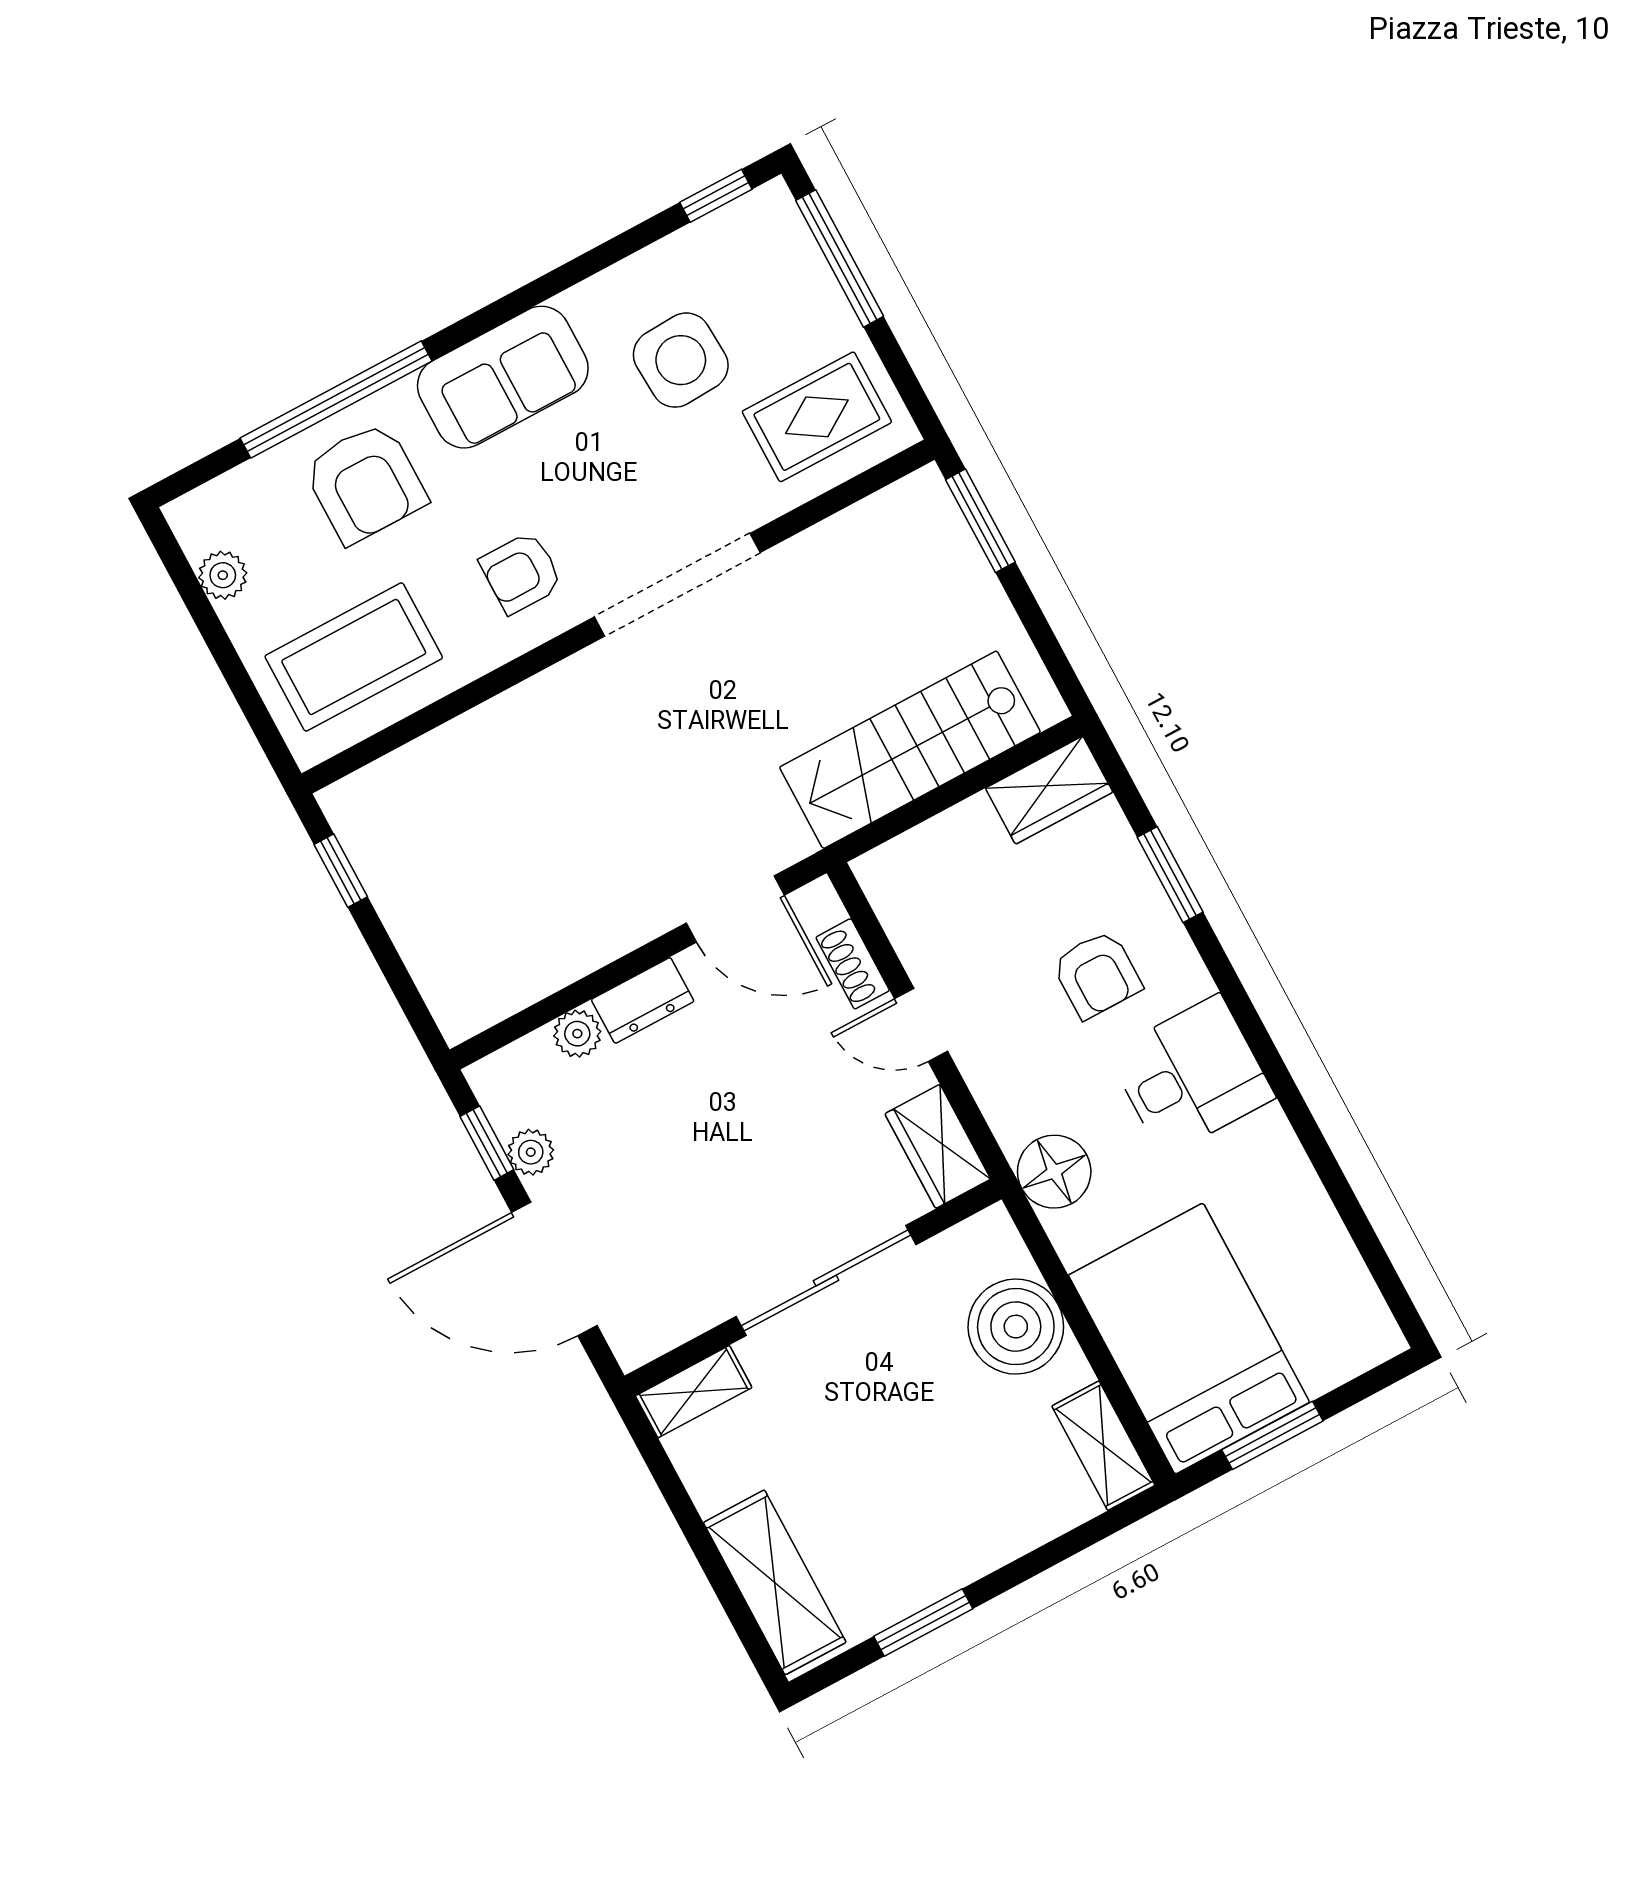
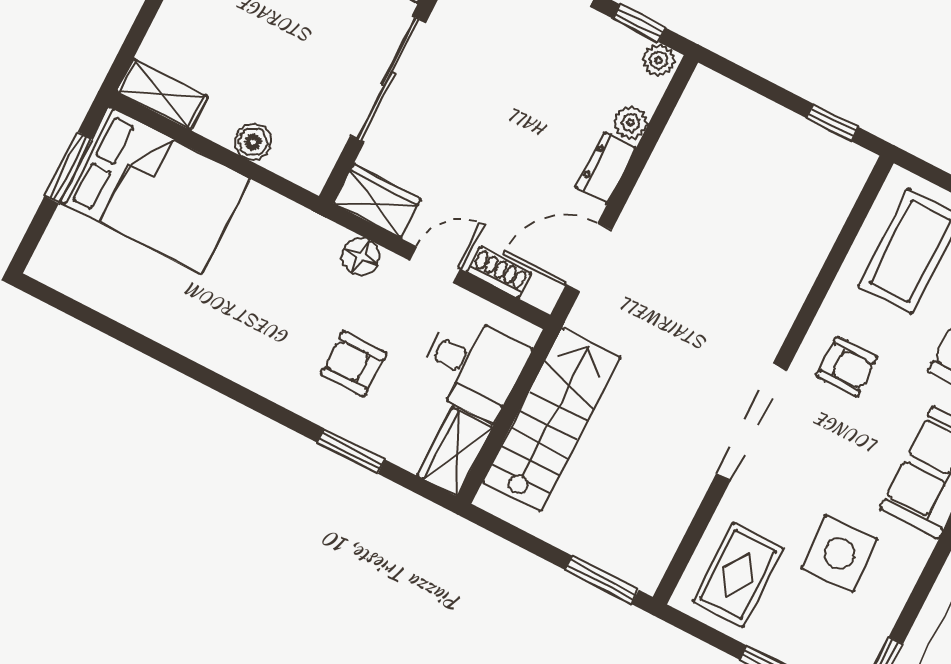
armchair: (521, 573) -> (847, 367), turned 90
desk: (1191, 1076) -> (473, 366), moved, turned -90
plant: (531, 1152) -> (659, 60), moved
floor lamp: (1054, 1172) -> (361, 257), moved, width x0.73, depth x0.73
boiler: (1016, 1327) -> (253, 142), width x0.54, depth x0.54

